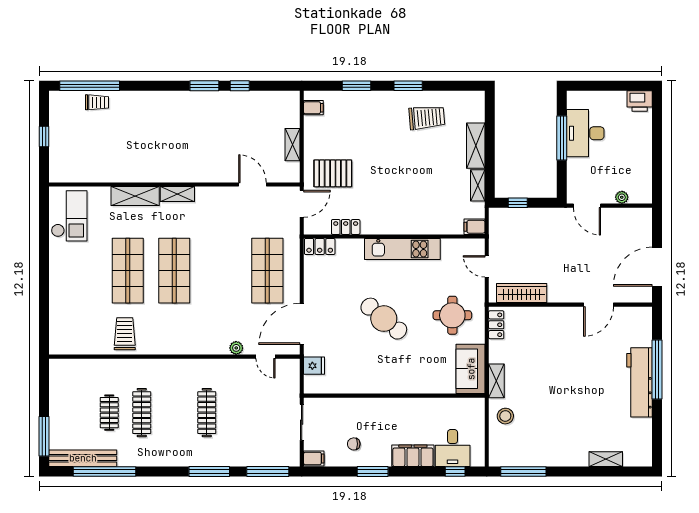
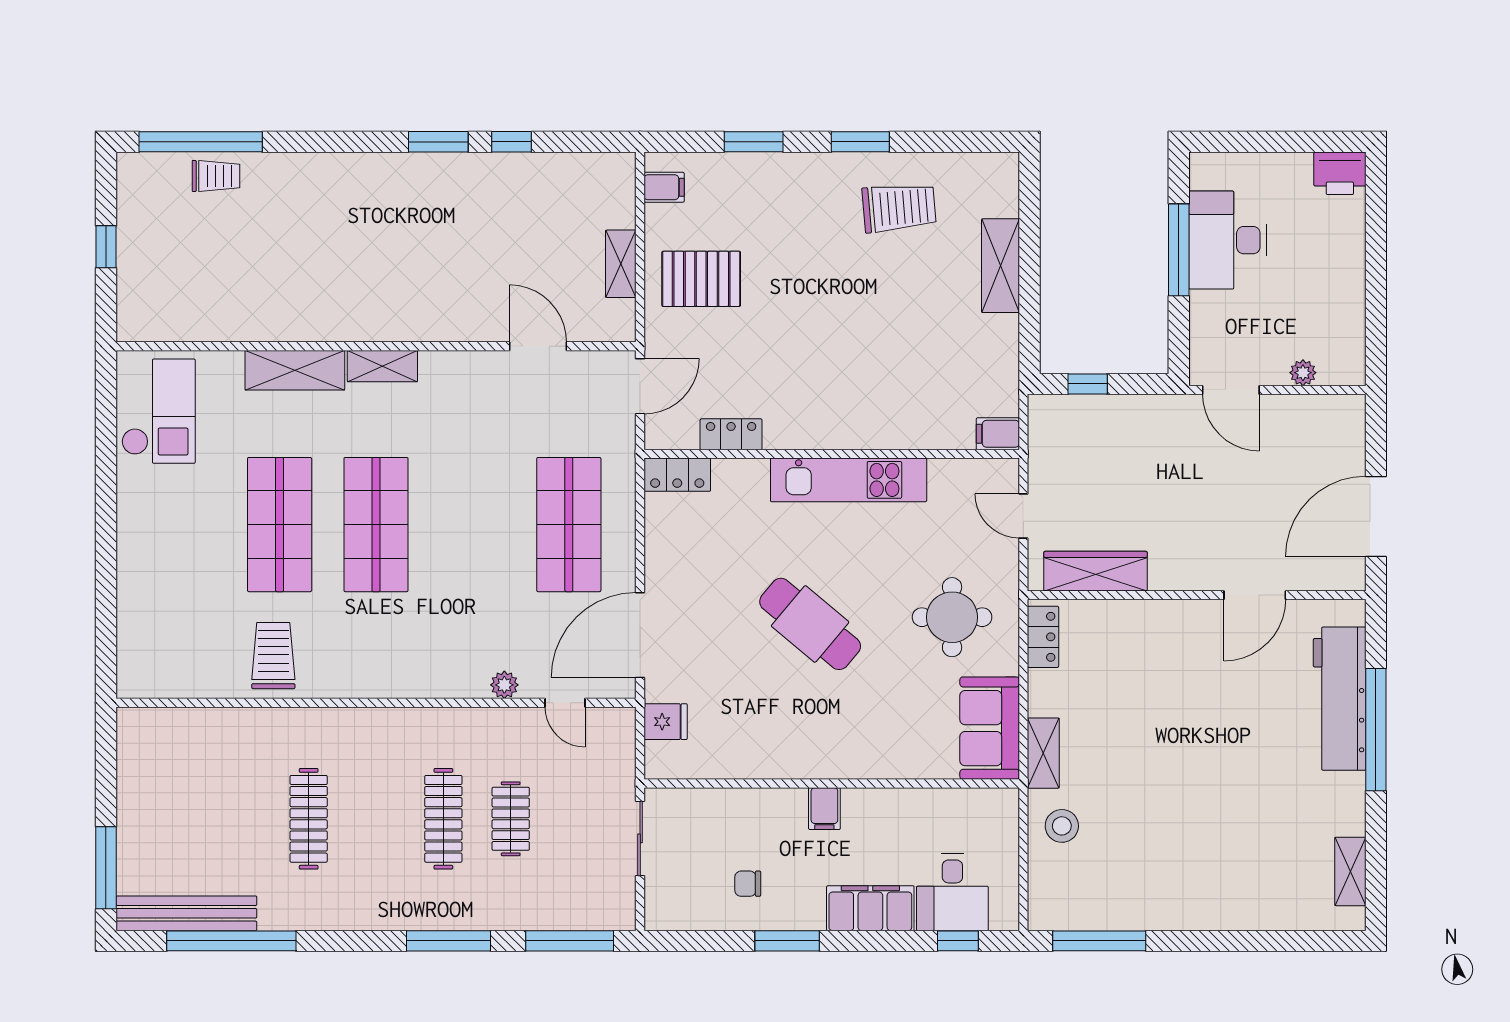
pallet: (333, 173) -> (701, 279), moved
shelving: (478, 185) -> (1005, 348), removed
workbench: (639, 382) -> (1340, 699), moved
clothes rail: (109, 413) -> (511, 819), moved
filing cabinet: (314, 458) -> (824, 809), moved, turned 90
shelving: (606, 459) -> (1350, 871), moved, turned 90

